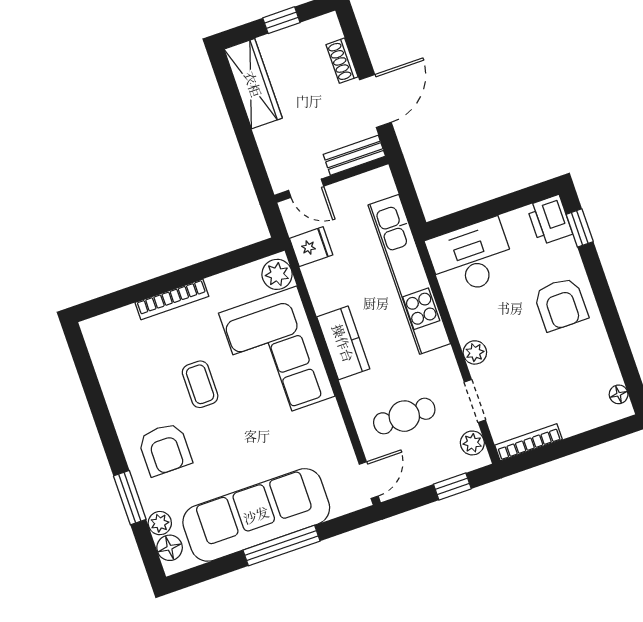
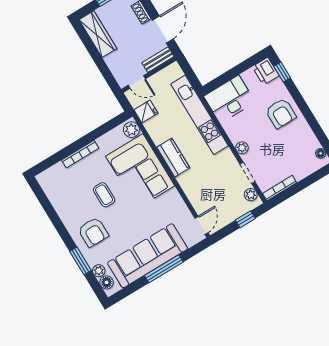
cafe table: (404, 416) -> (213, 188), removed

